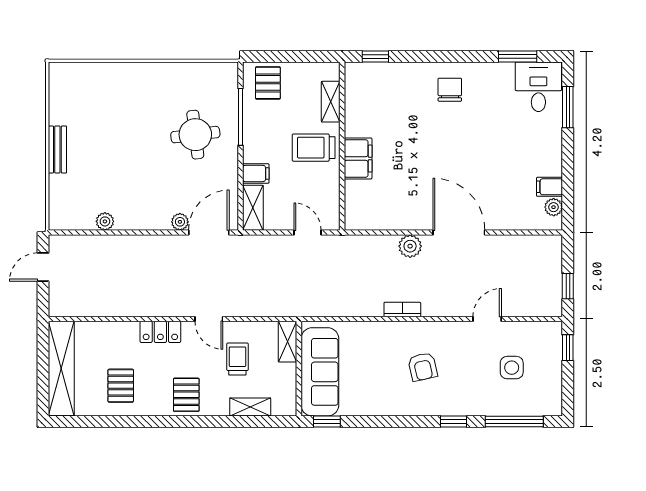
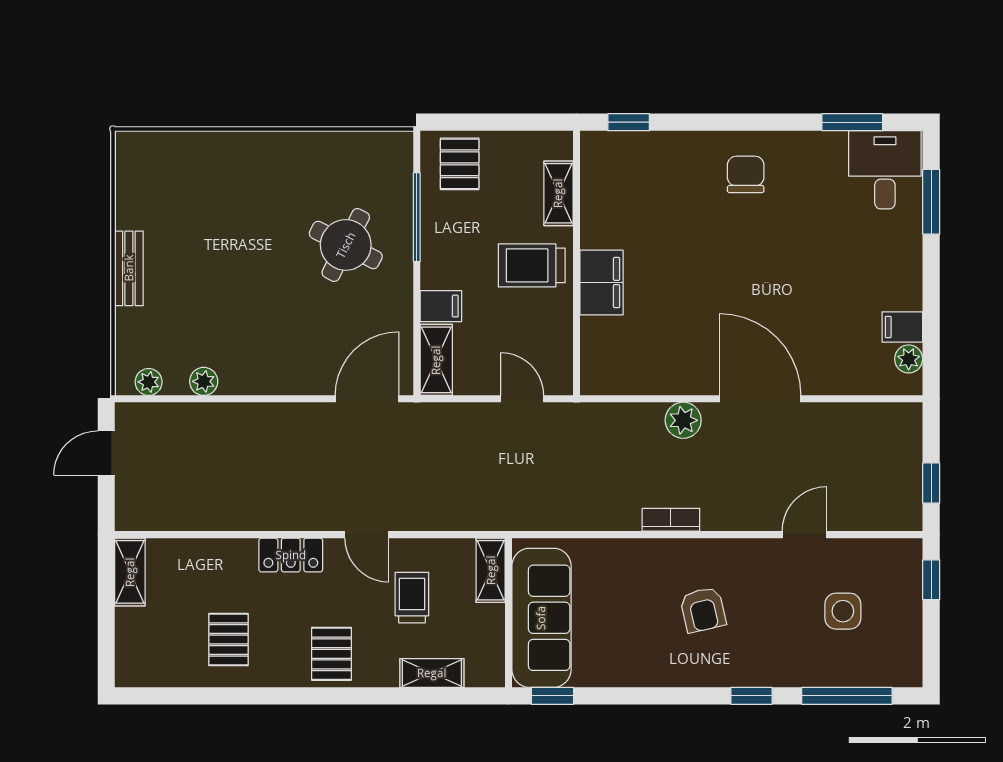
round table: (195, 135) -> (346, 245), turned 34
plant: (180, 222) -> (149, 382), moved
shelving: (61, 369) -> (130, 572), width x0.45, depth x0.75

